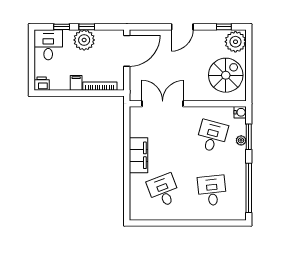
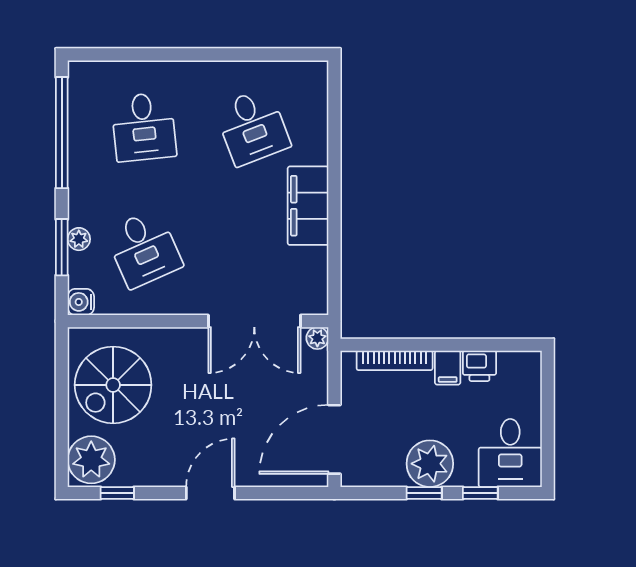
printer: (42, 84) -> (479, 366), moved
plant: (134, 96) -> (317, 338), added
desk: (212, 136) -> (144, 249), turned -39

